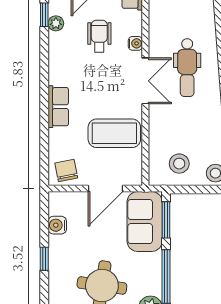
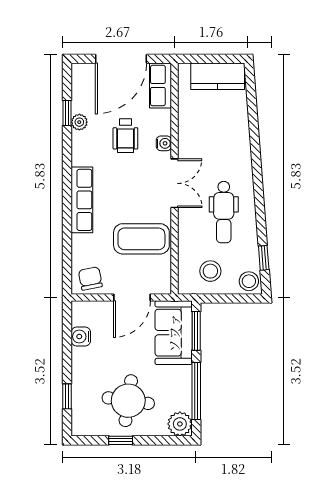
wheelchair: (99, 36) -> (125, 136), turned 180
dental chair: (187, 68) -> (224, 212), moved
row of seats: (58, 107) -> (82, 200), width x1.48
window: (44, 259) -> (67, 396), moved

